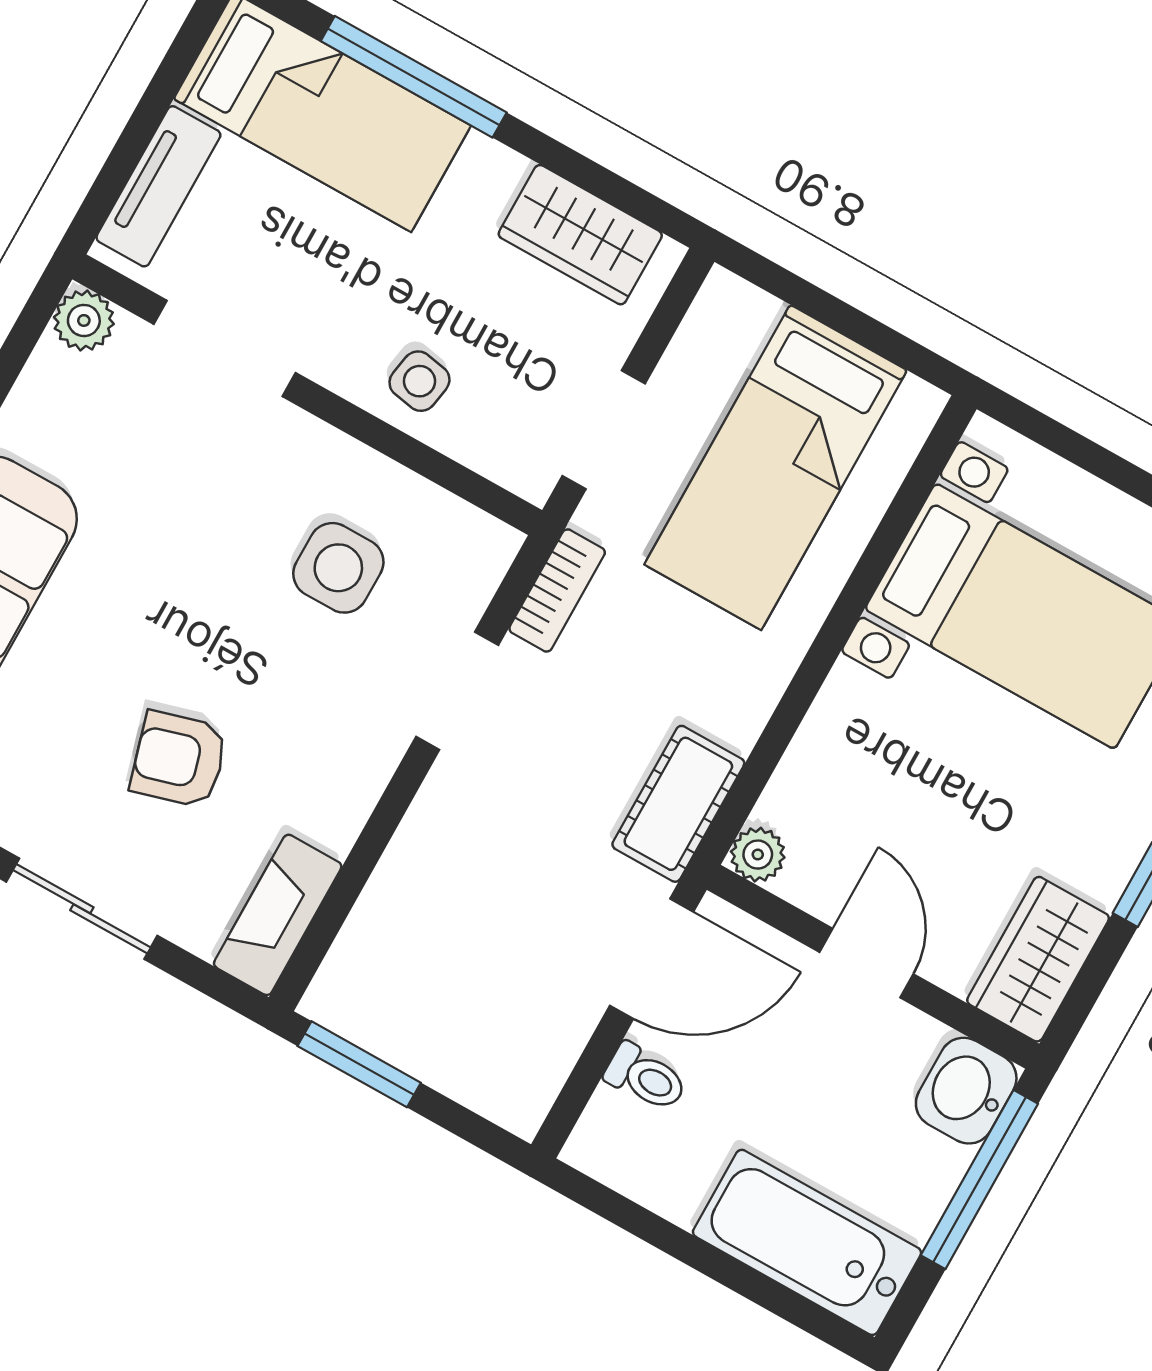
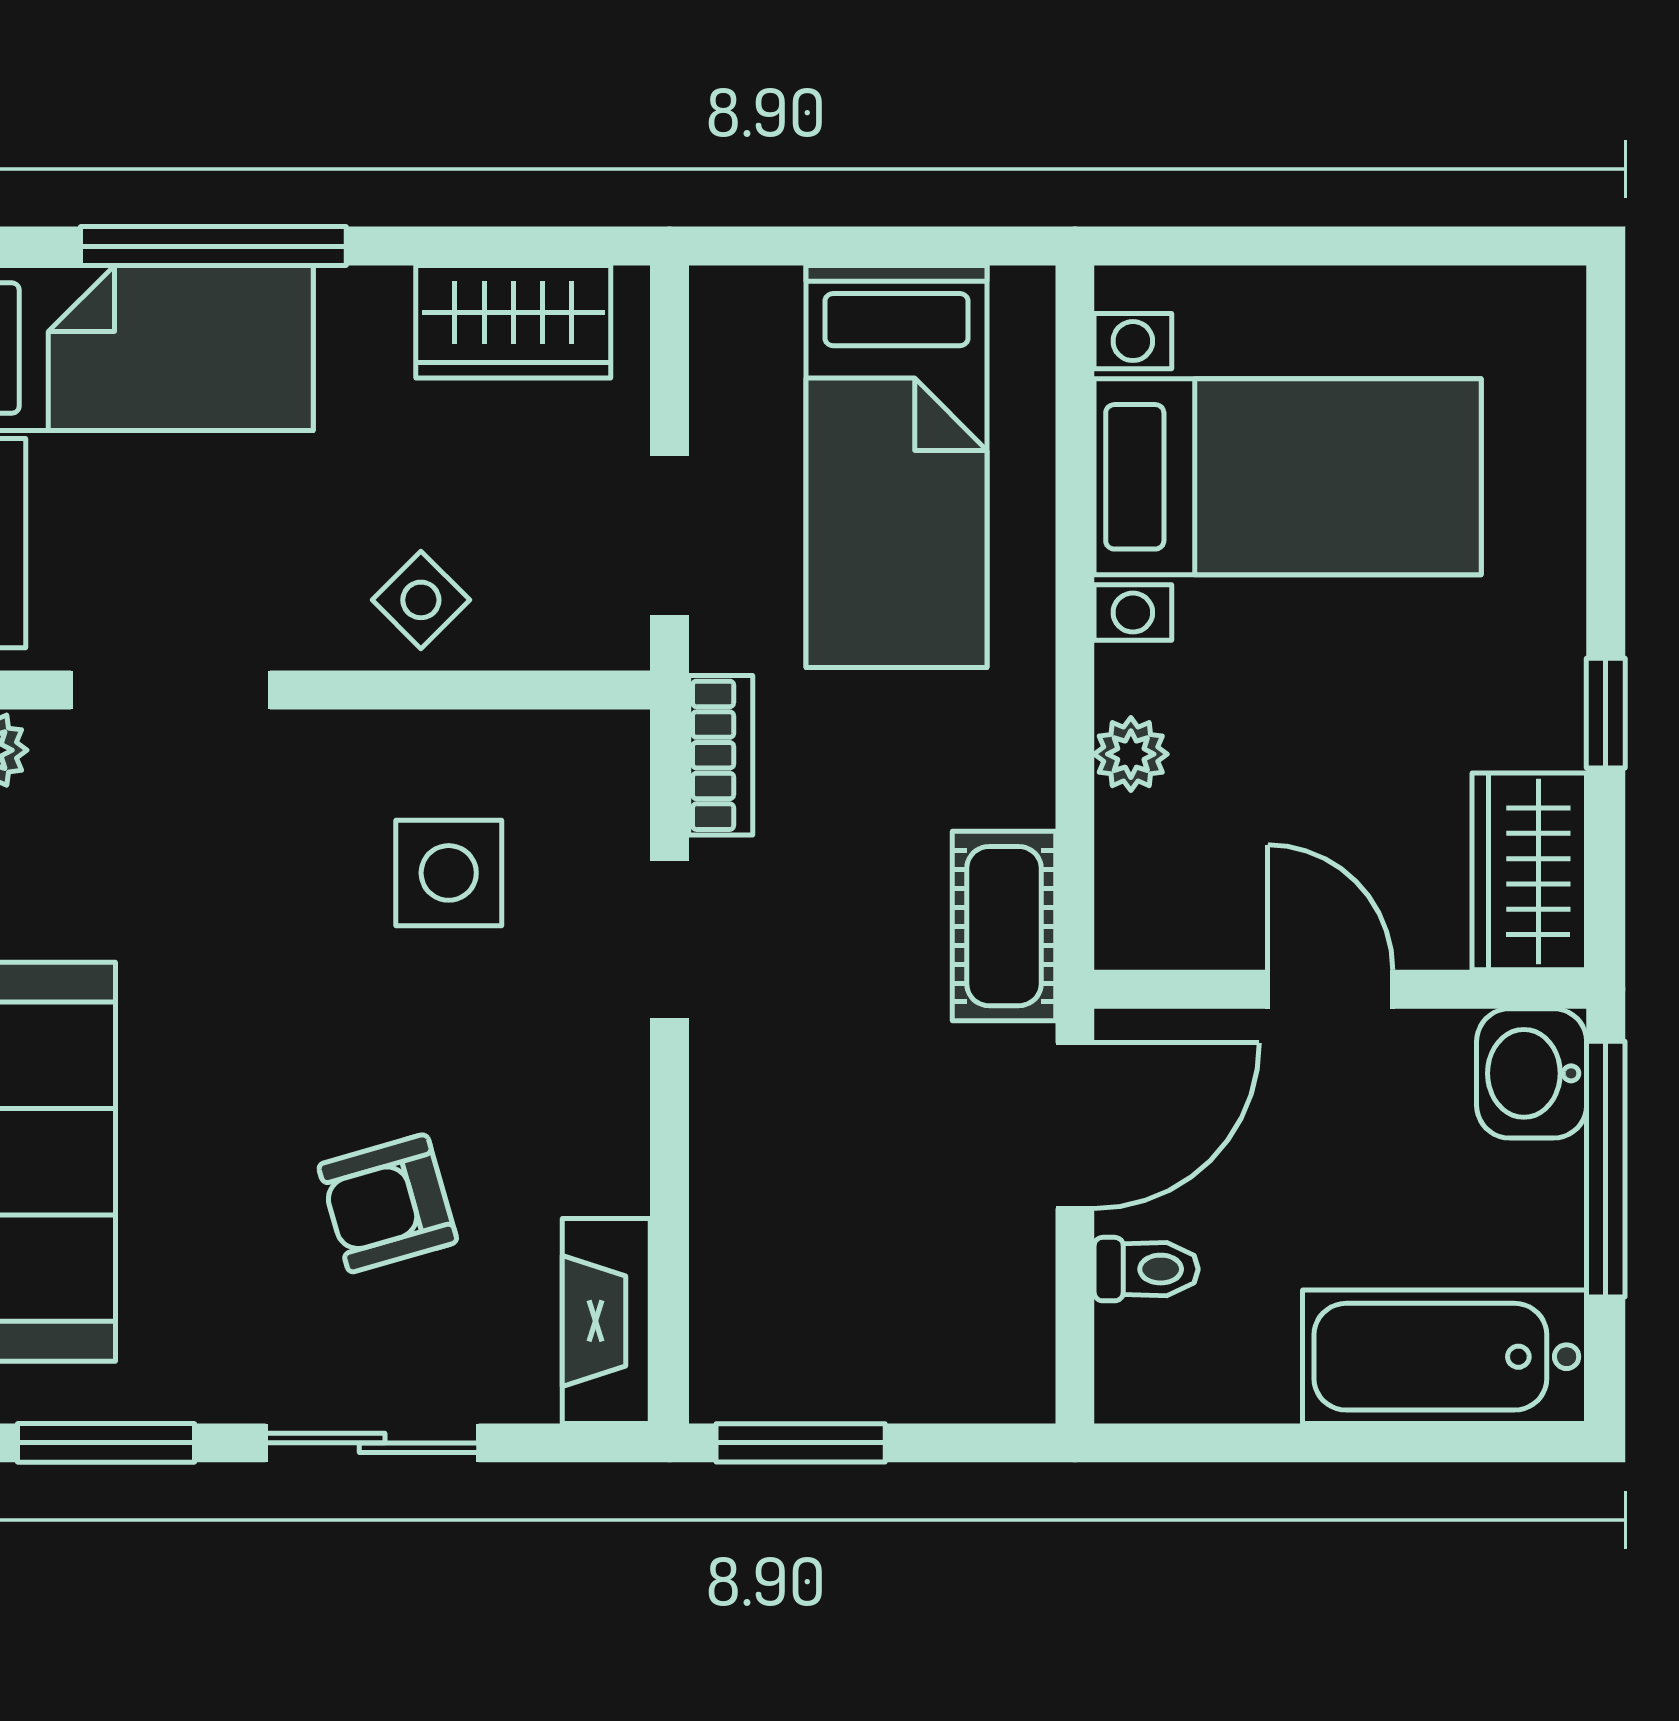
side table: (419, 381) -> (421, 600), turned 35
plant: (758, 855) -> (1131, 754), moved

